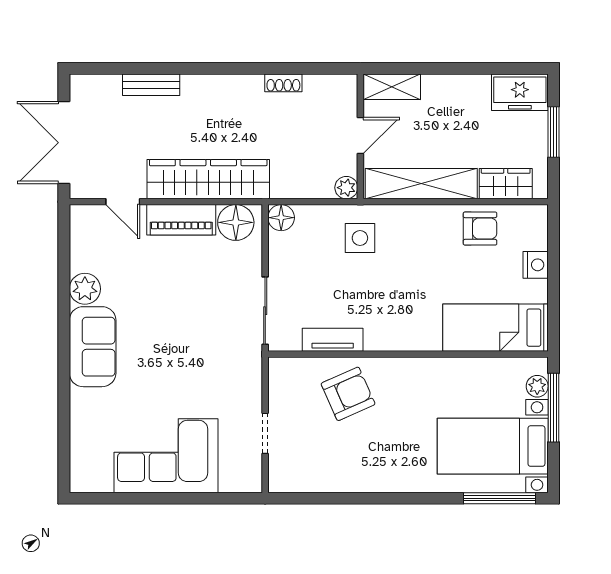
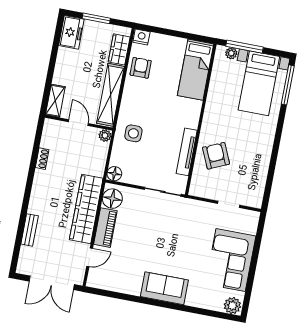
nightstand: (536, 265) -> (141, 37), moved
plant: (85, 289) -> (232, 306), moved
tv unit: (333, 340) -> (187, 152), width x1.41

